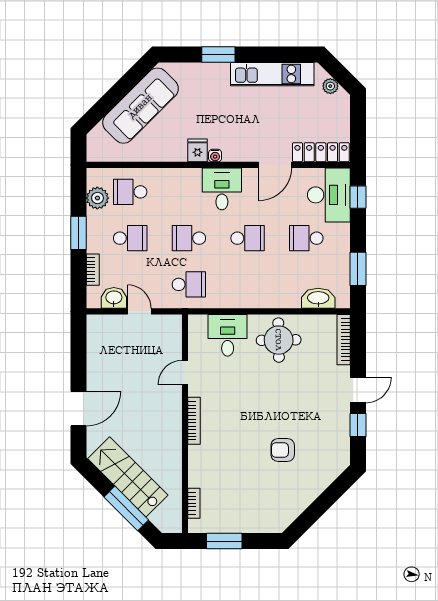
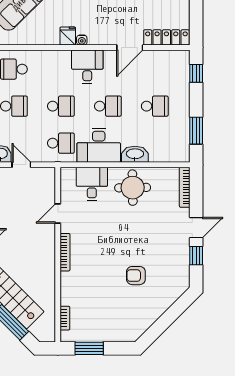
desk: (329, 195) -> (99, 145), moved, turned 90
school desk: (189, 238) -> (61, 106), turned 180
school desk: (306, 238) -> (155, 106), turned 180
washbasin: (318, 298) -> (135, 154), moved

